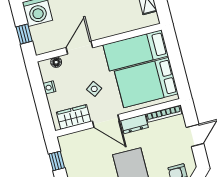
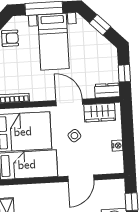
floor lamp: (56, 62) -> (106, 169), removed
dresser: (134, 124) -> (107, 90), moved

